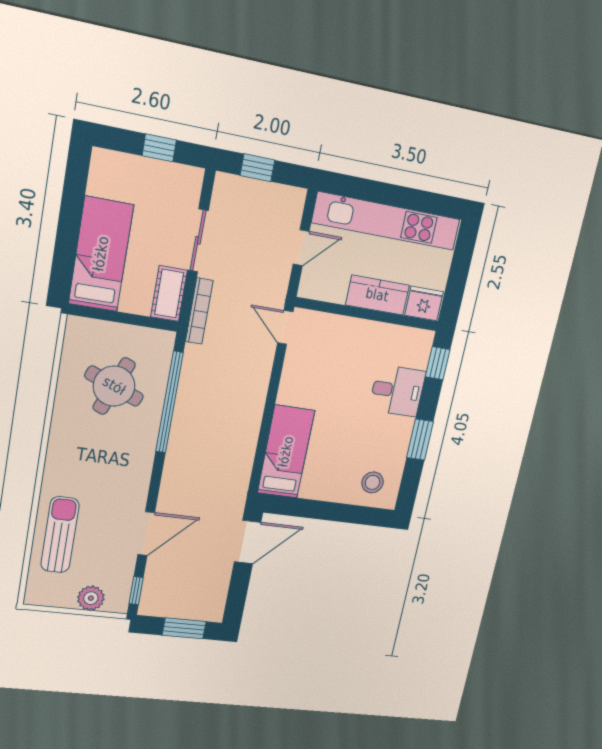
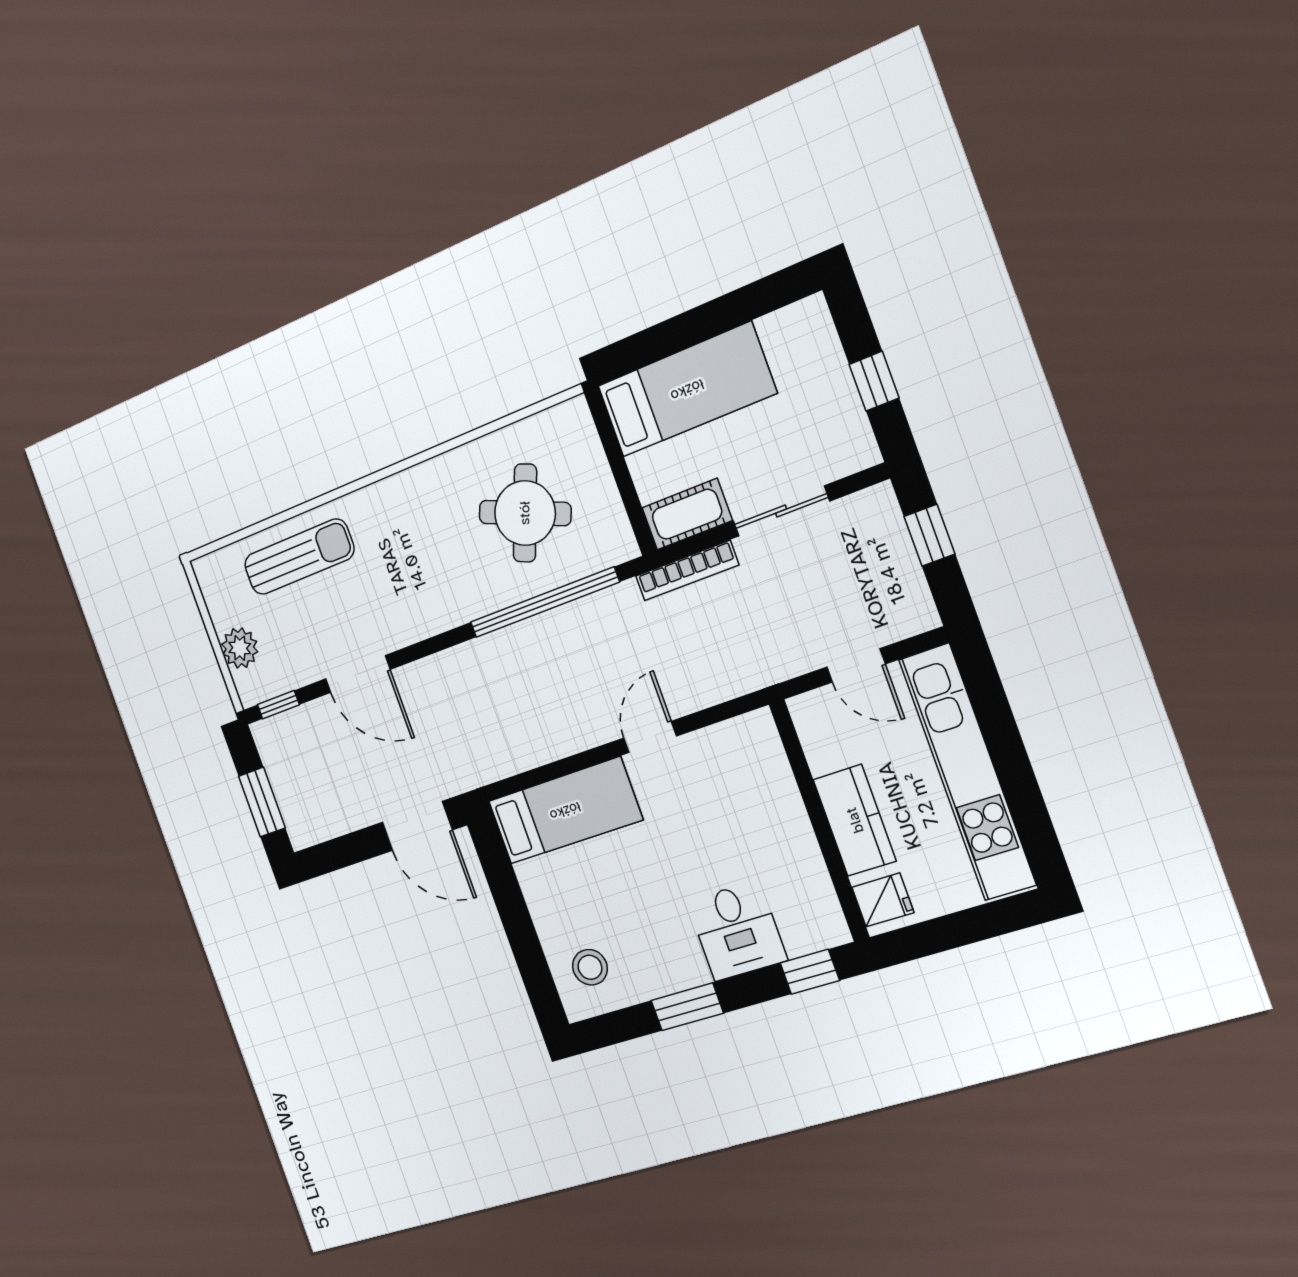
fridge: (424, 304) -> (883, 900), width x0.72
door: (285, 327) -> (650, 737), moved

